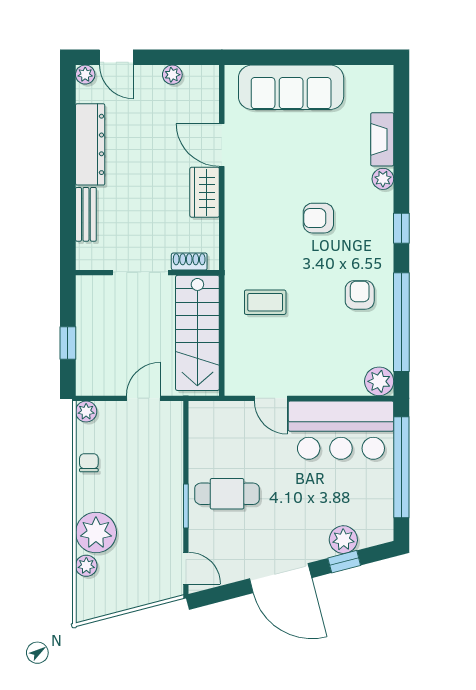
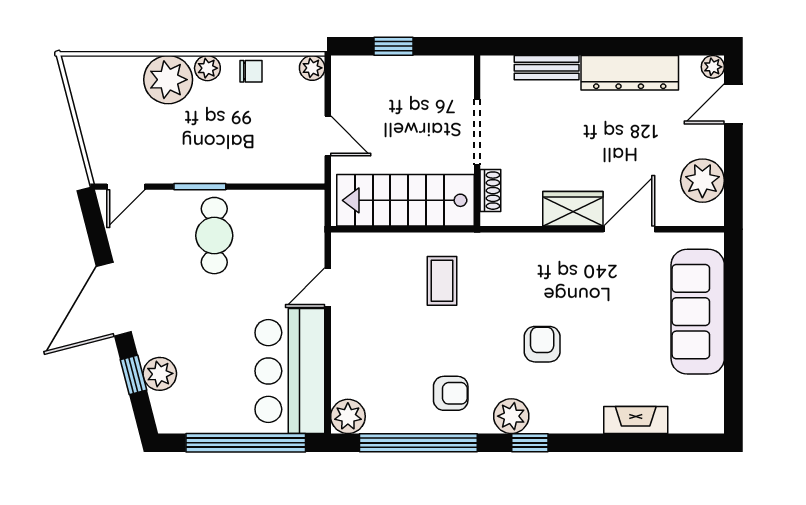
plant: (172, 75) -> (702, 181), width x1.88, depth x1.88
plant: (383, 179) -> (511, 416), moved, width x1.38, depth x1.38
plant: (86, 566) -> (207, 68), moved

